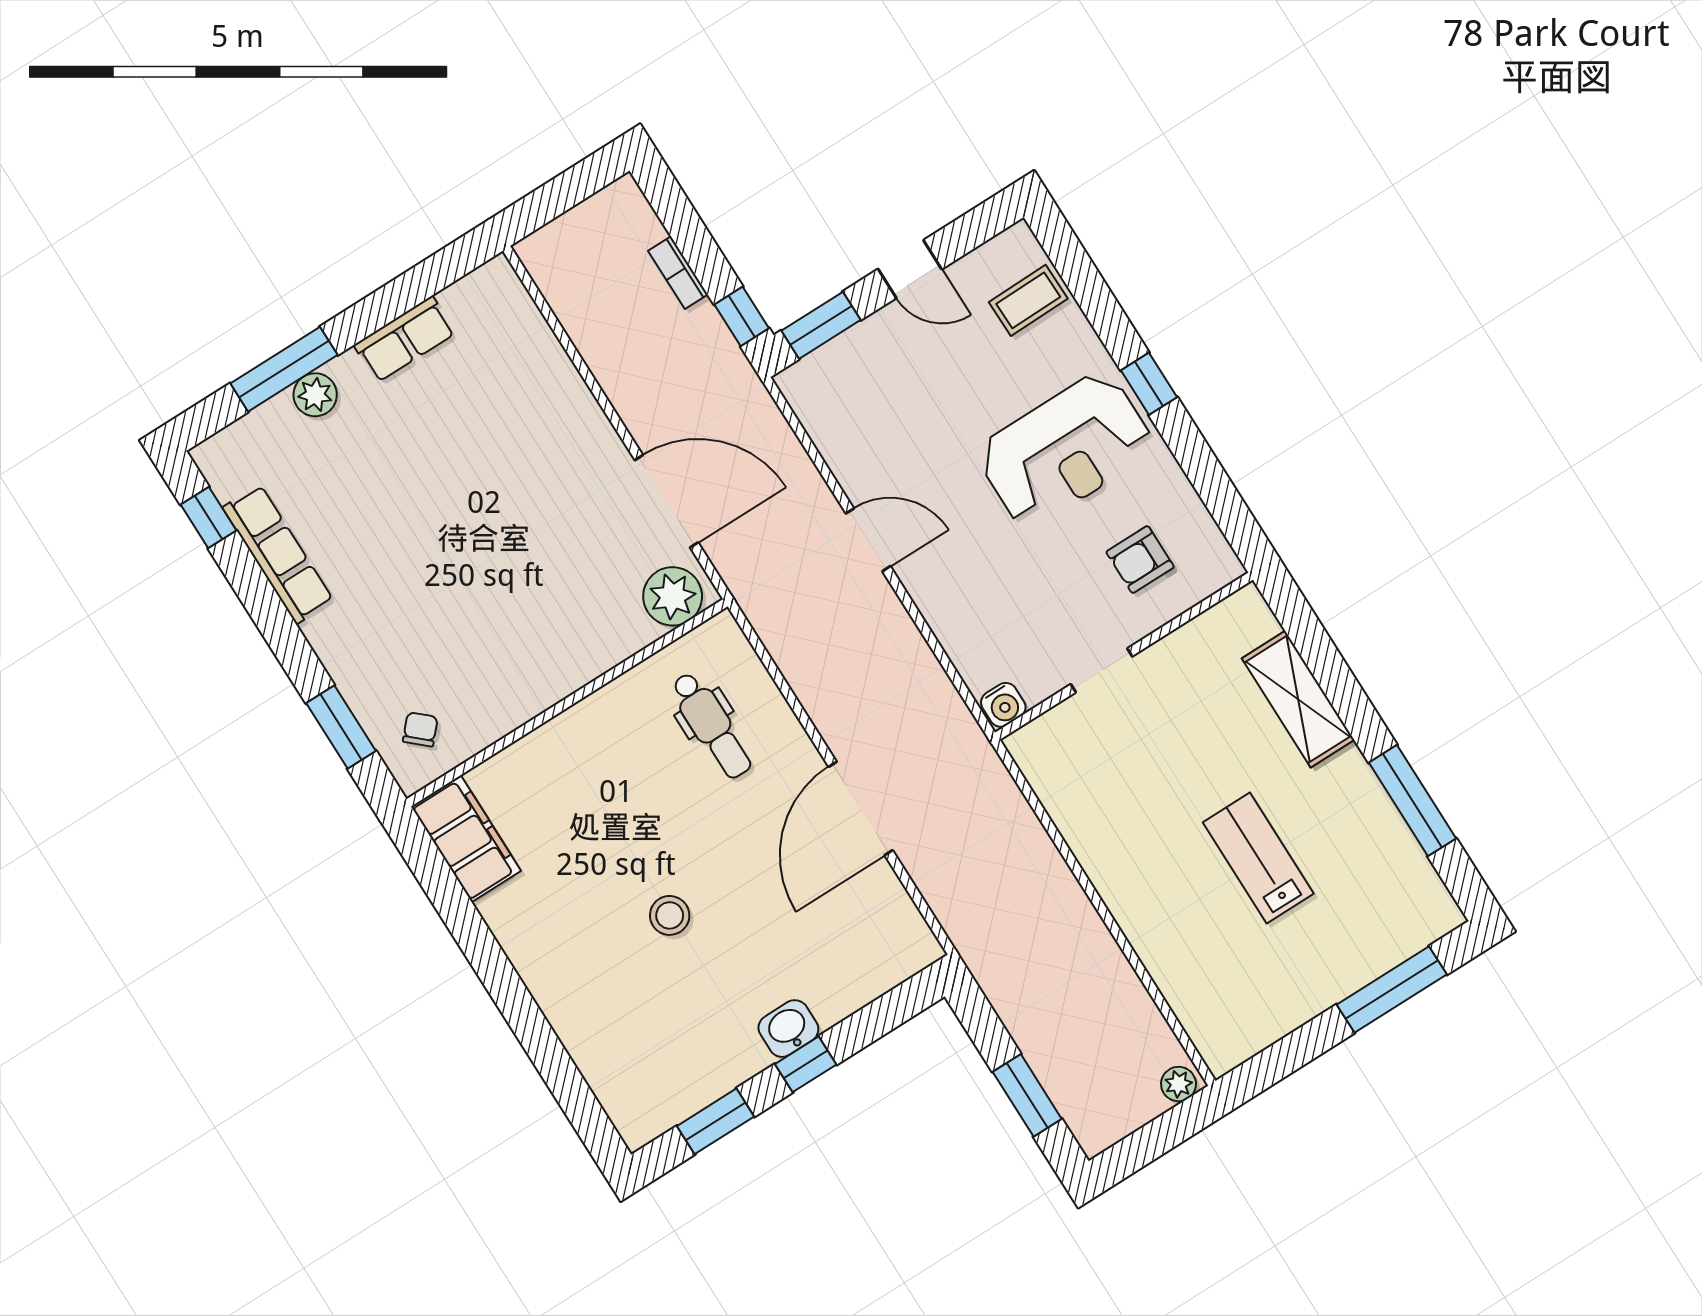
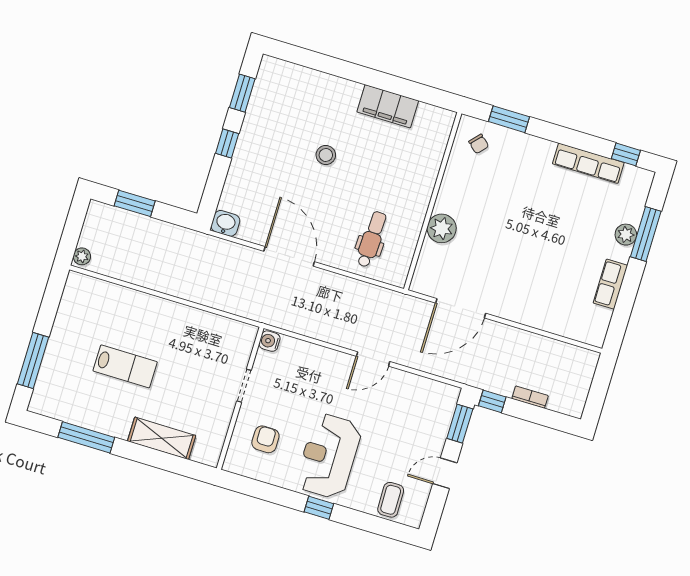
plant: (673, 596) -> (442, 228), moved
dental chair: (711, 725) -> (372, 239), turned 92
filing cabinet: (466, 839) -> (388, 106), moved
washbasin: (788, 1029) -> (225, 223), moved, turned -90

